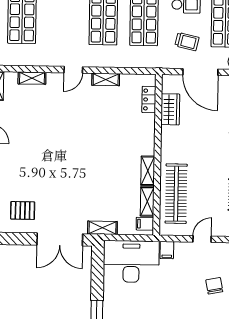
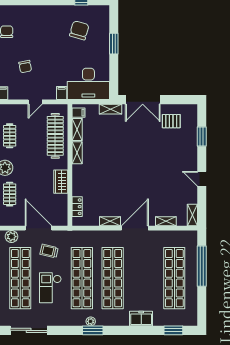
door: (73, 70) -> (135, 228), width x1.87
wardrobe: (170, 109) -> (61, 182), moved
double door: (60, 239) -> (143, 100), swing flipped

